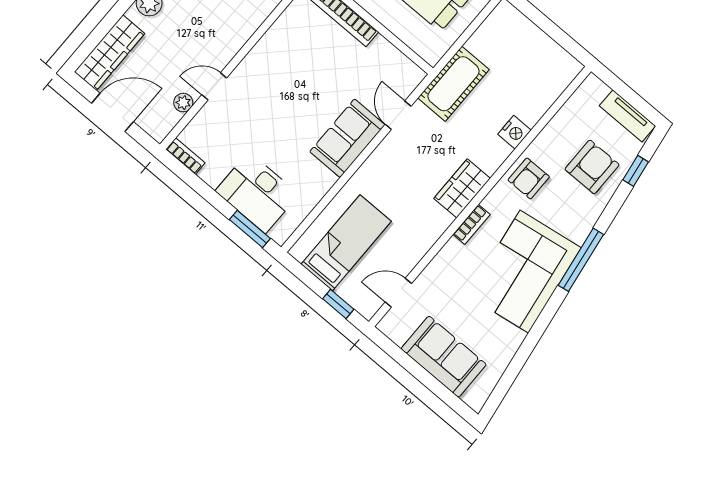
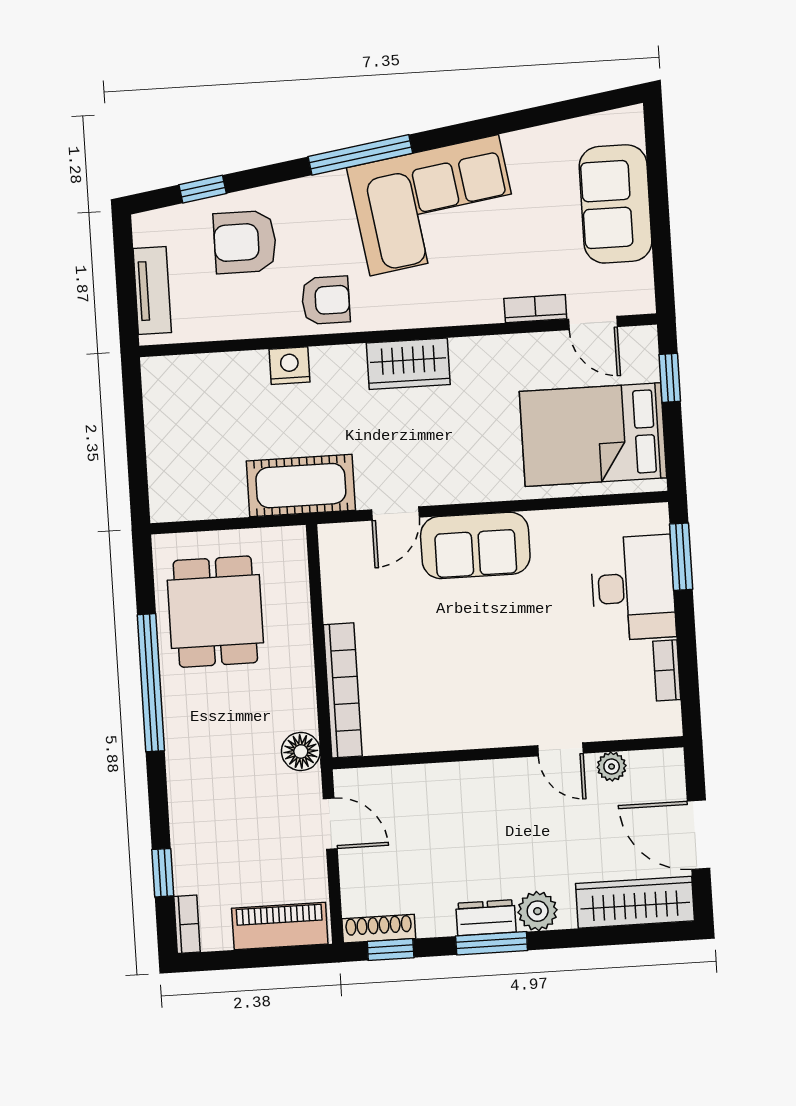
tv unit: (627, 116) -> (152, 291), moved
bookcase: (185, 156) -> (667, 670), moved
bookcase: (471, 224) -> (535, 309), moved
bed: (346, 243) -> (593, 435), width x1.50

